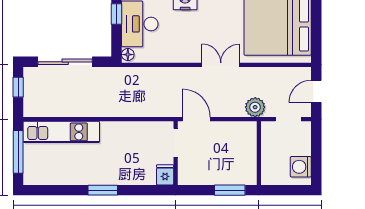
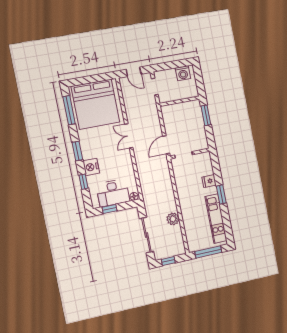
plant: (255, 107) -> (173, 219), moved
kitchen unit: (61, 132) -> (216, 219), moved, turned 180
fridge: (165, 175) -> (209, 181), moved

